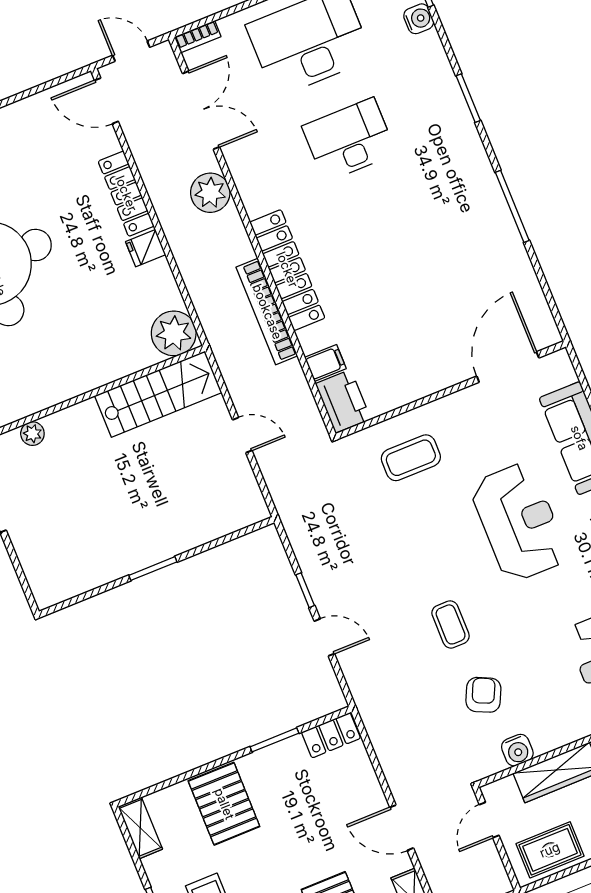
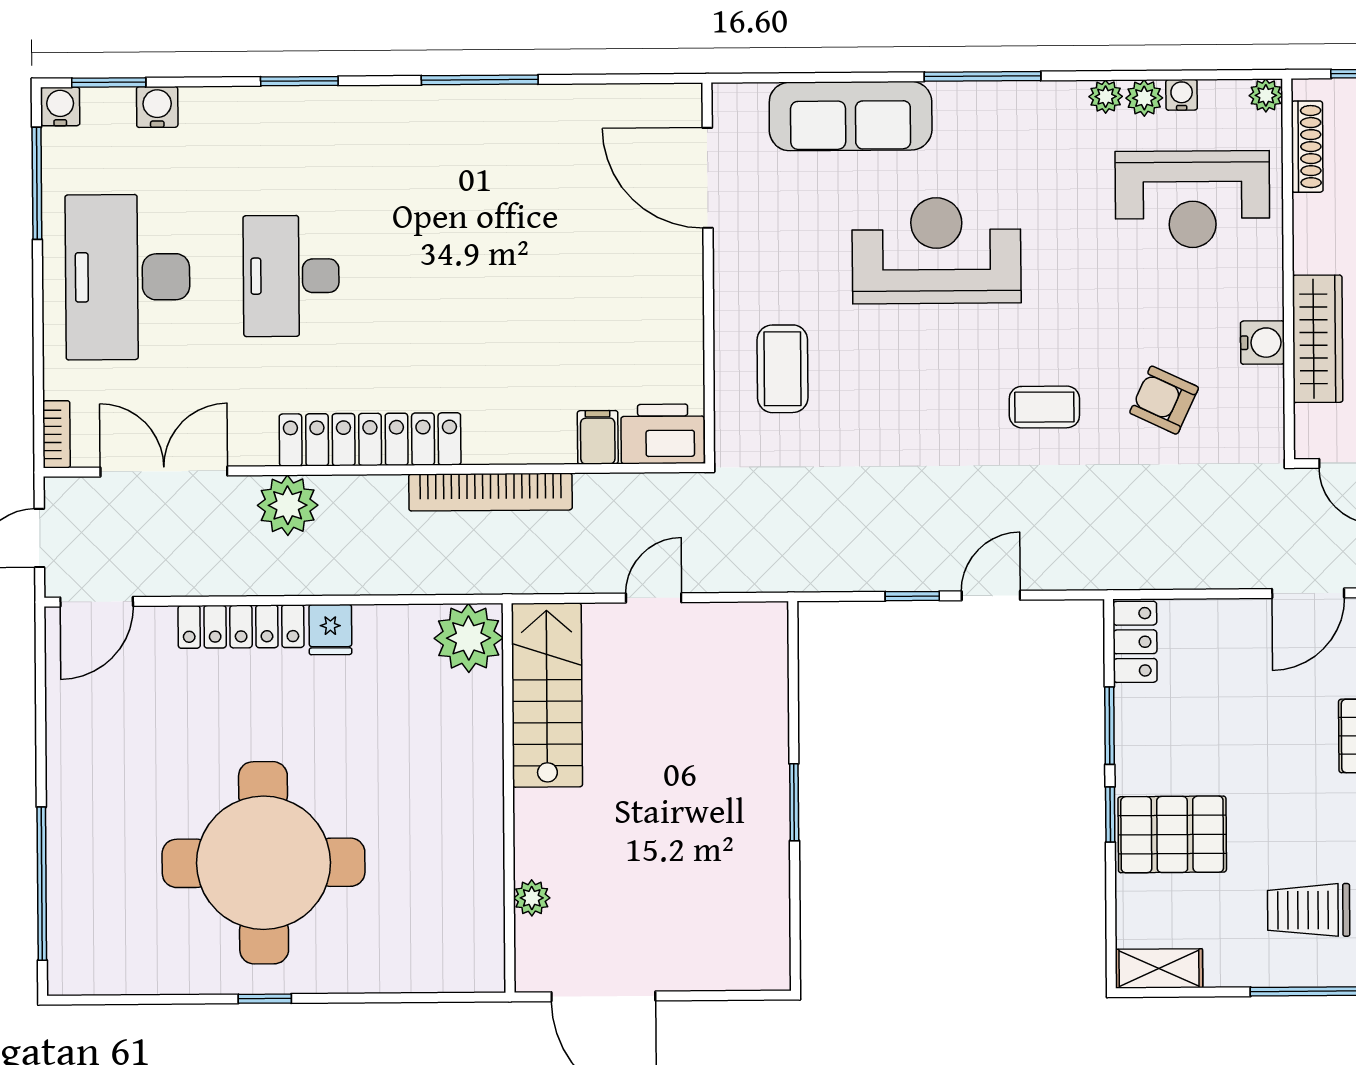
locker: (287, 270) -> (370, 439), moved
water cooler: (517, 750) -> (1263, 343), moved
window: (221, 762) -> (1110, 814), added

